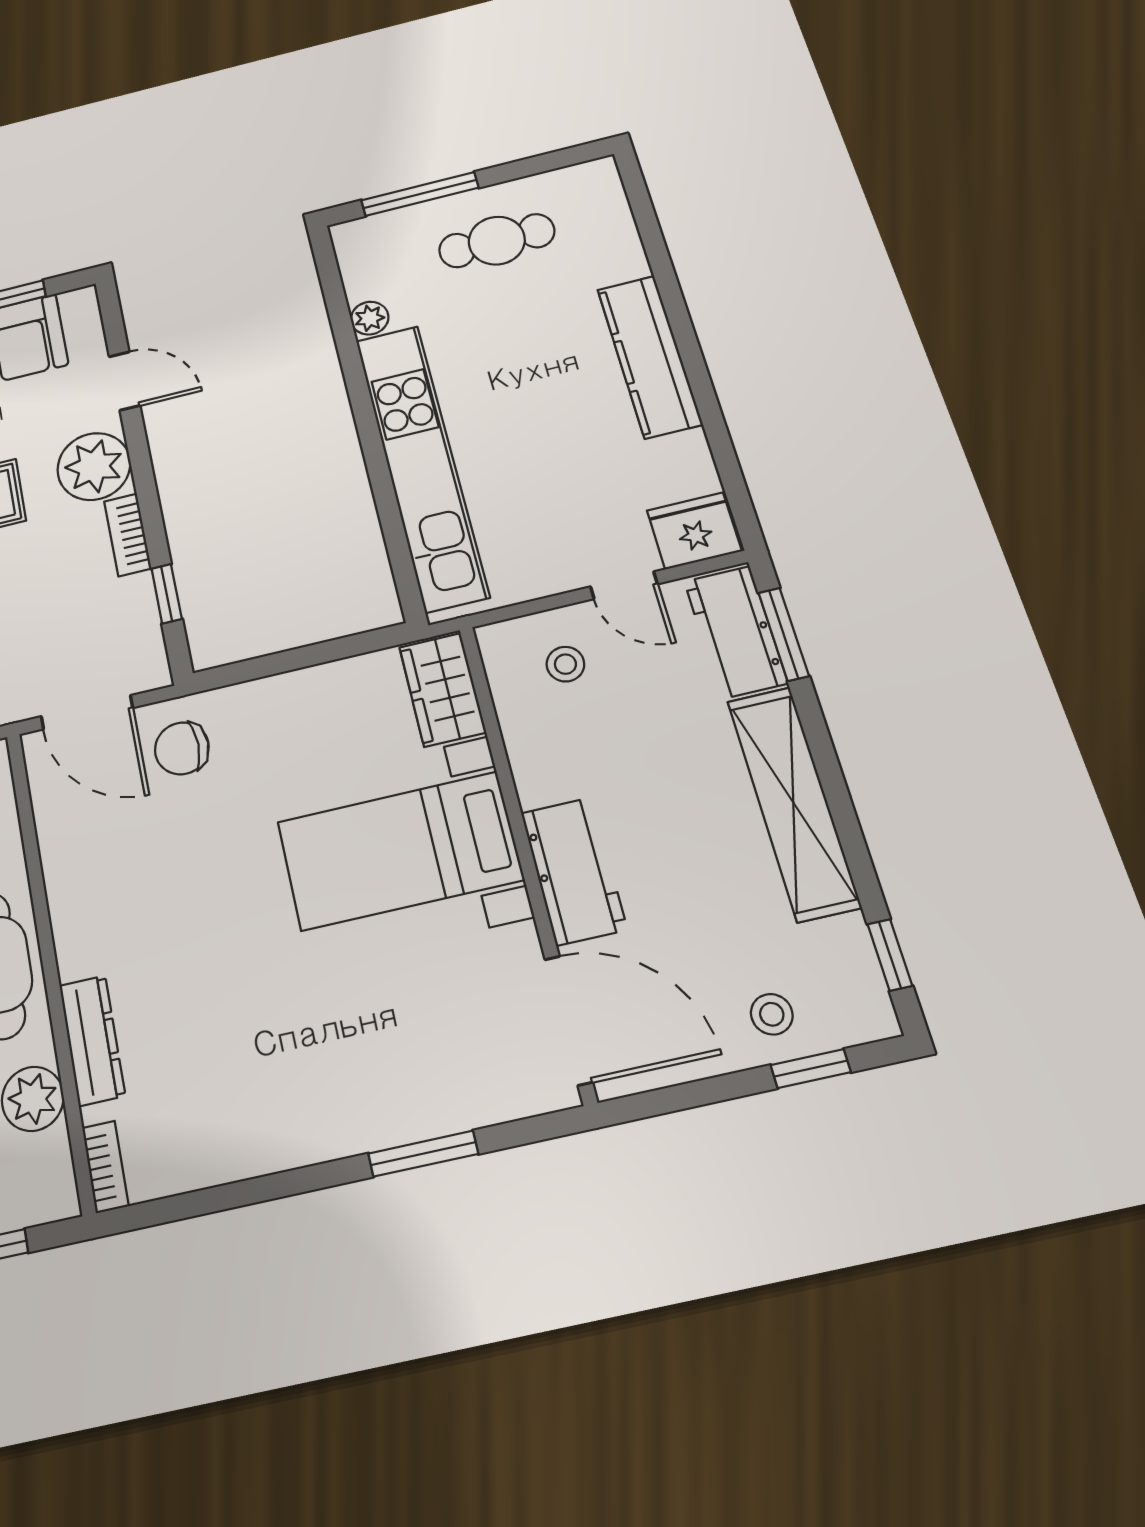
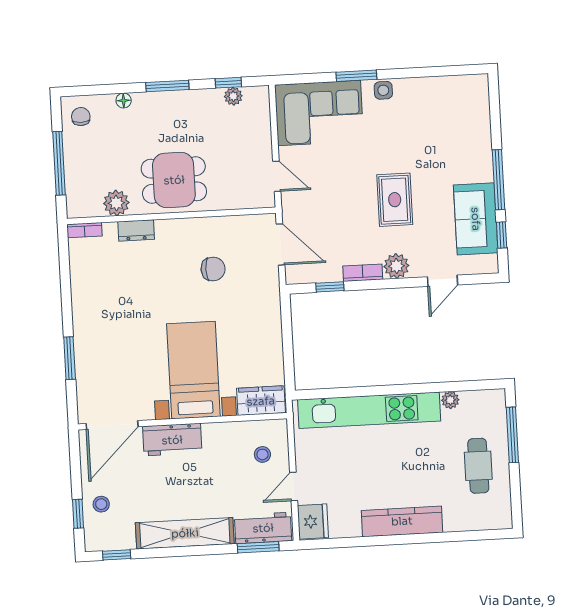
plant: (94, 466) -> (396, 266), width x0.73, depth x0.73
door: (87, 712) -> (280, 244), swing flipped
chair: (182, 748) -> (213, 269), moved, turned 90
dresser: (92, 1040) -> (136, 230), width x0.70

